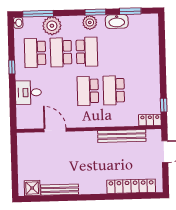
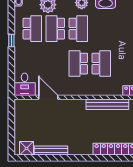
school desk: (35, 53) -> (32, 29), turned 180
school desk: (114, 90) -> (101, 64), turned 180
desk: (28, 92) -> (25, 84), moved, turned -90

